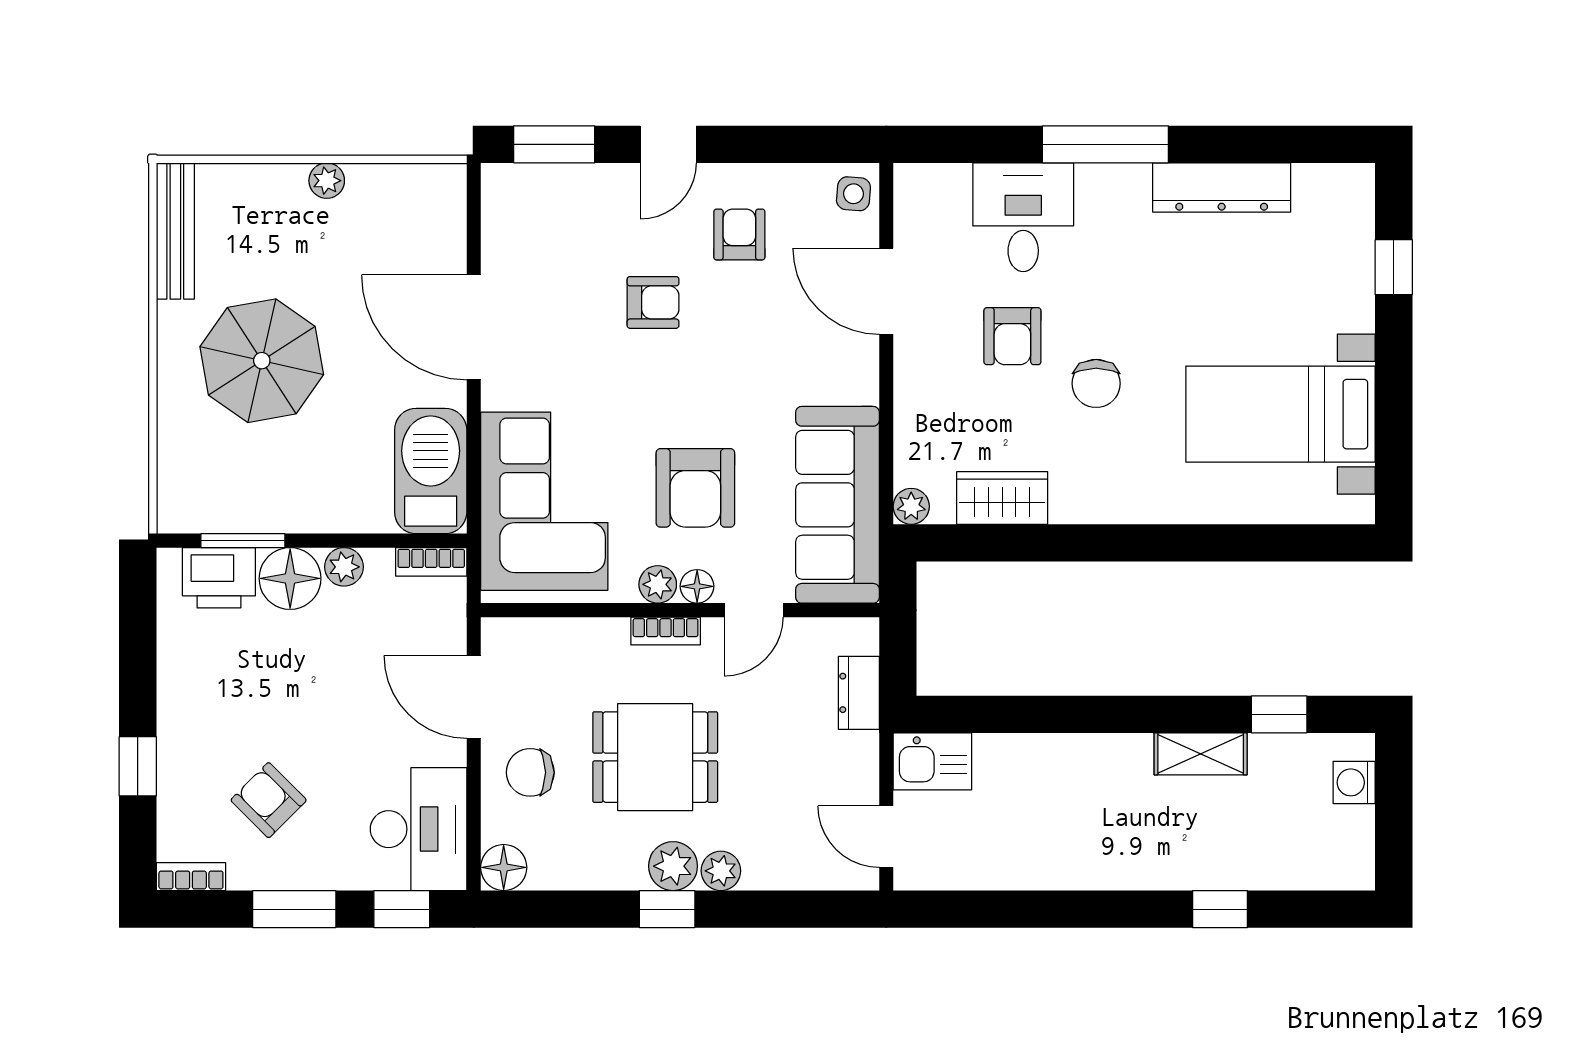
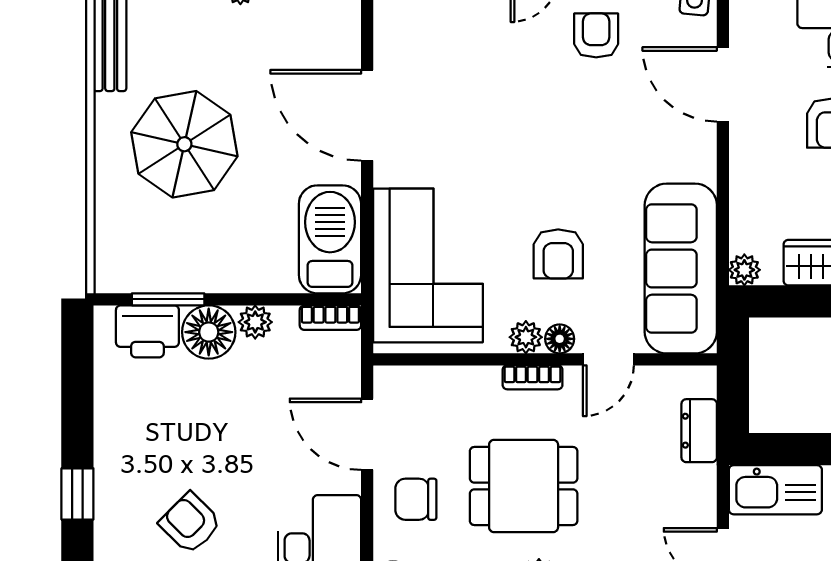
armchair: (653, 302) -> (522, 94), removed
armchair: (695, 488) -> (558, 254), width x0.72, depth x0.72
kitchen sink: (932, 761) -> (775, 490), width x1.38

